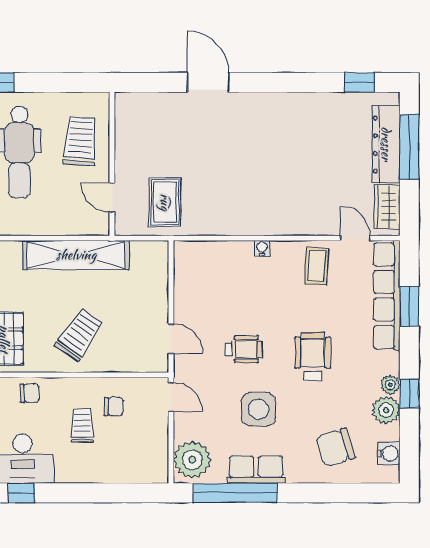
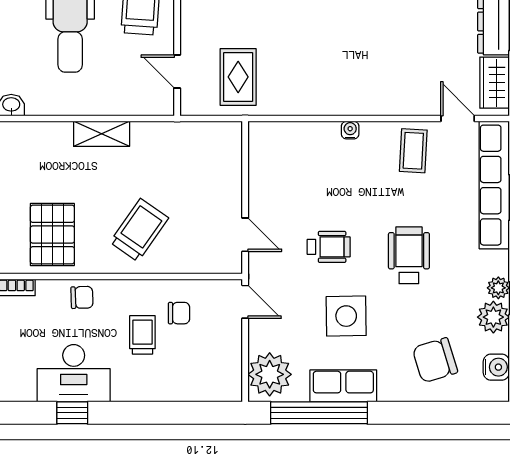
shelving: (76, 255) -> (102, 134), width x0.45, depth x0.75

